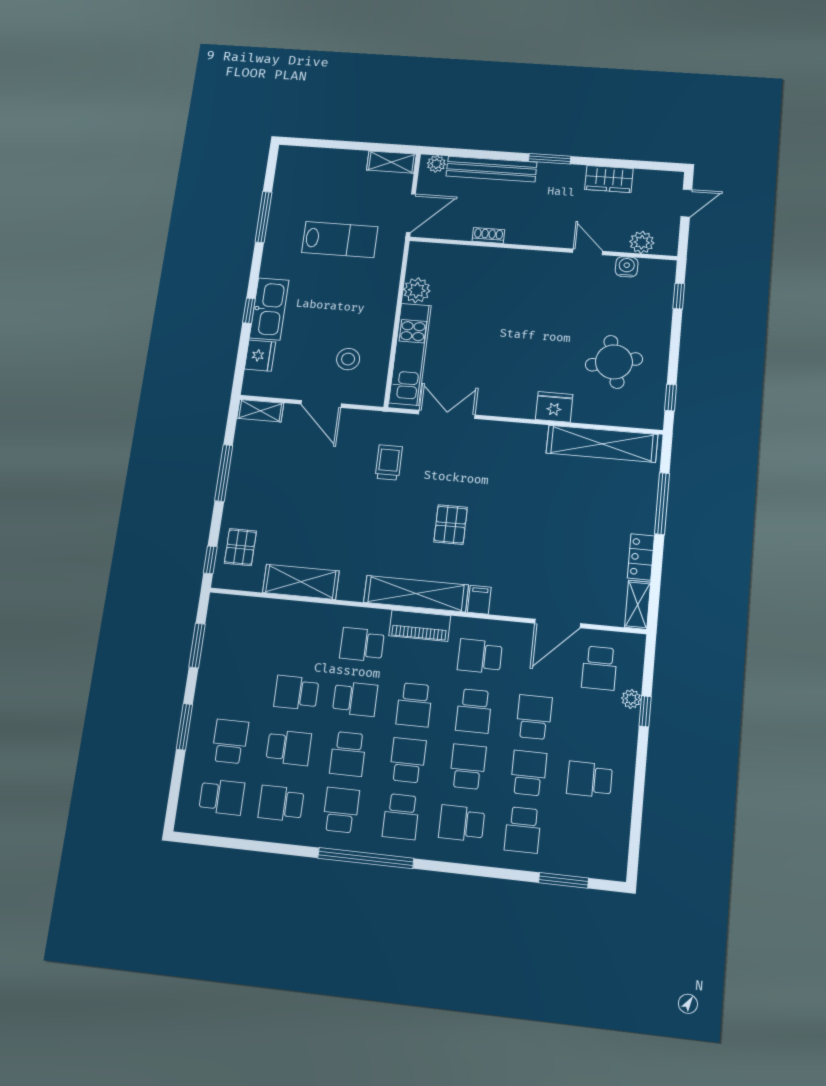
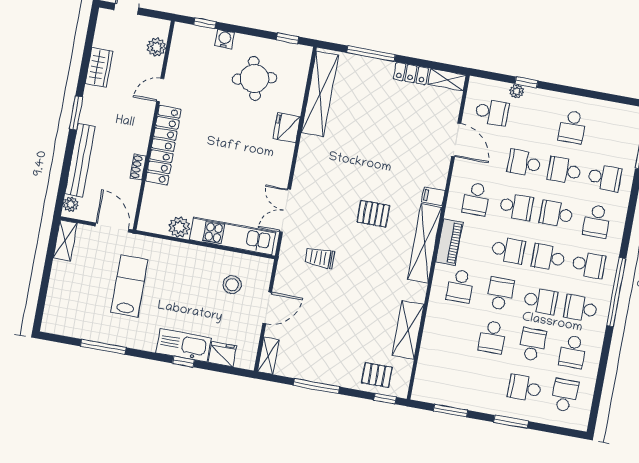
locker: (519, 262) -> (163, 145), added
water cooler: (627, 267) -> (225, 39), moved, turned 90

